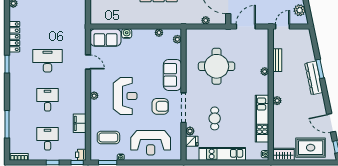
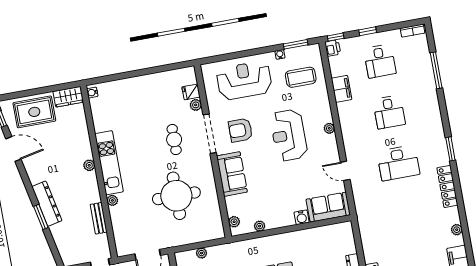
cafe table: (215, 118) -> (174, 140), moved
kitchen unit: (262, 119) -> (109, 163), moved
kitchen unit: (222, 154) -> (148, 83), removed

